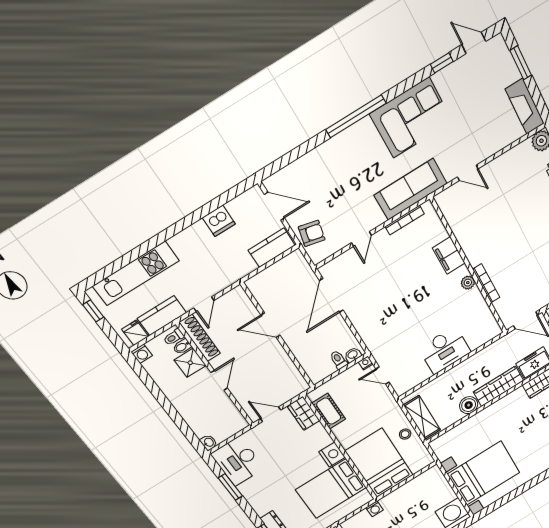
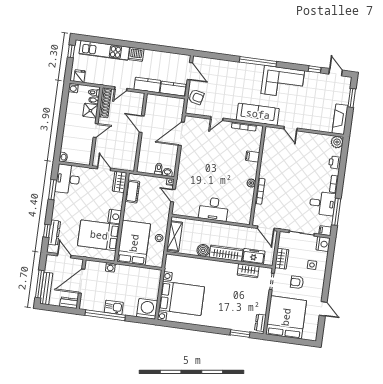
dishwasher: (219, 221) -> (136, 54), moved
filing cabinet: (449, 256) -> (253, 157), width x0.50
kitchen counter: (162, 316) -> (147, 85), moved

